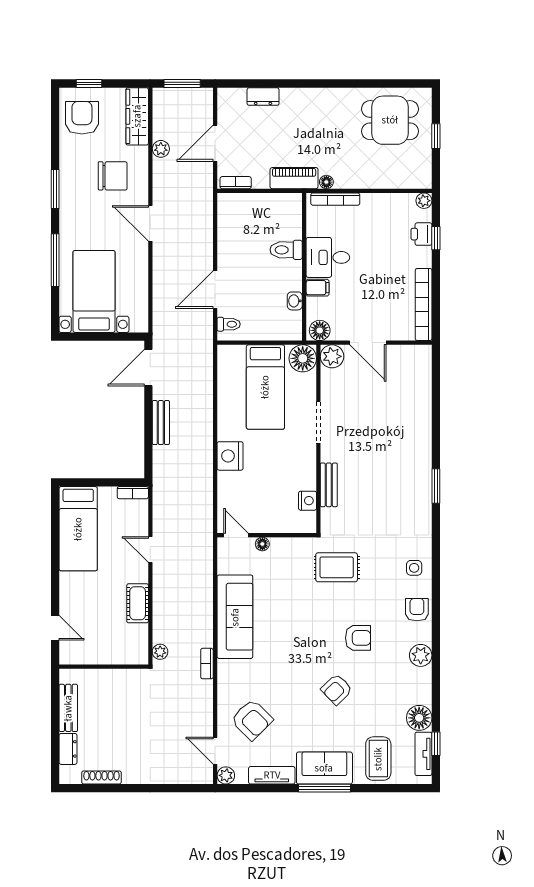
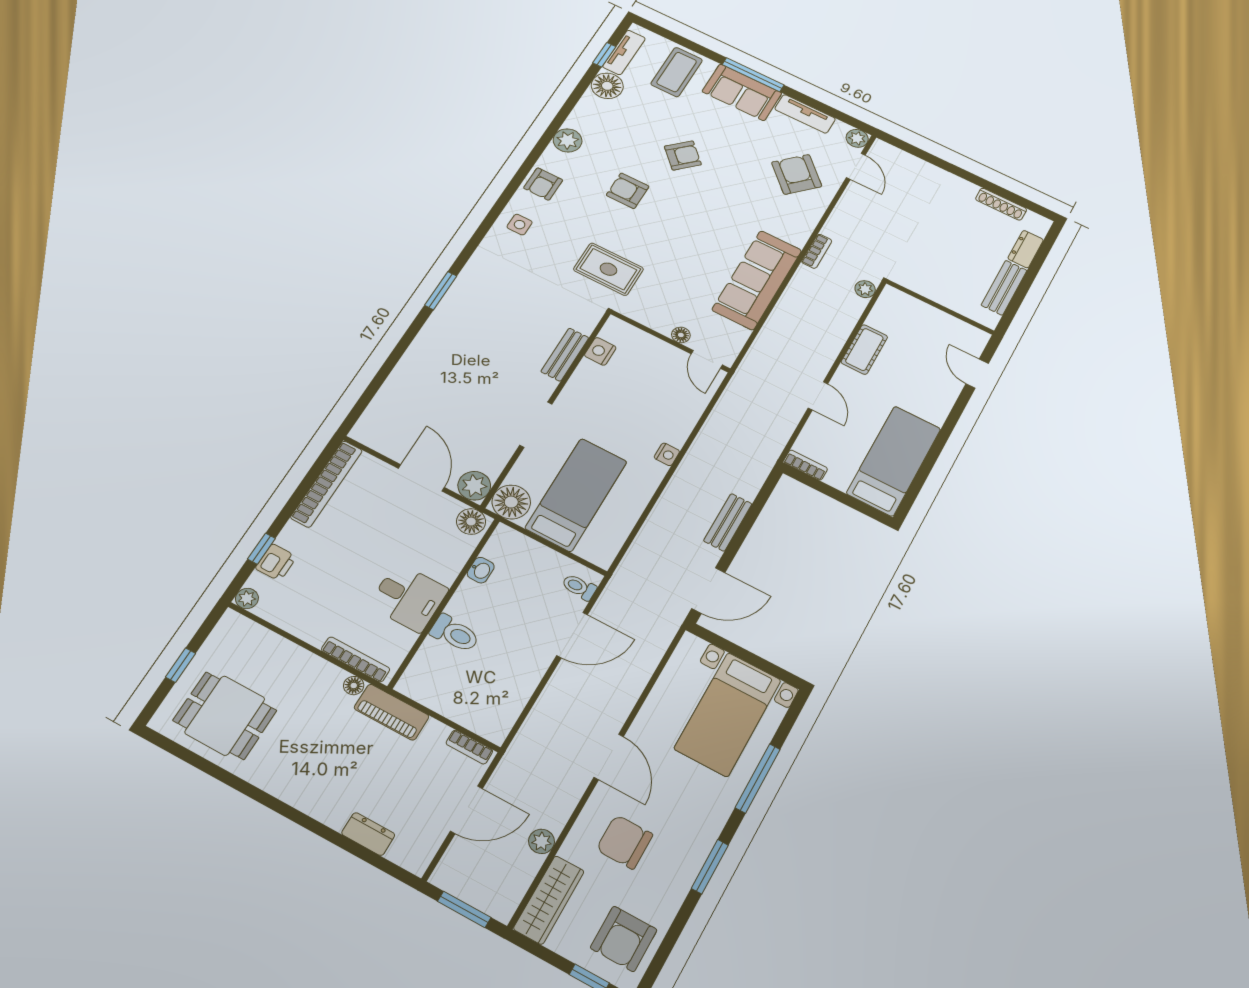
filing cabinet: (318, 288) -> (443, 570), removed
nightstand: (230, 456) -> (667, 454), width x0.53, depth x0.56

